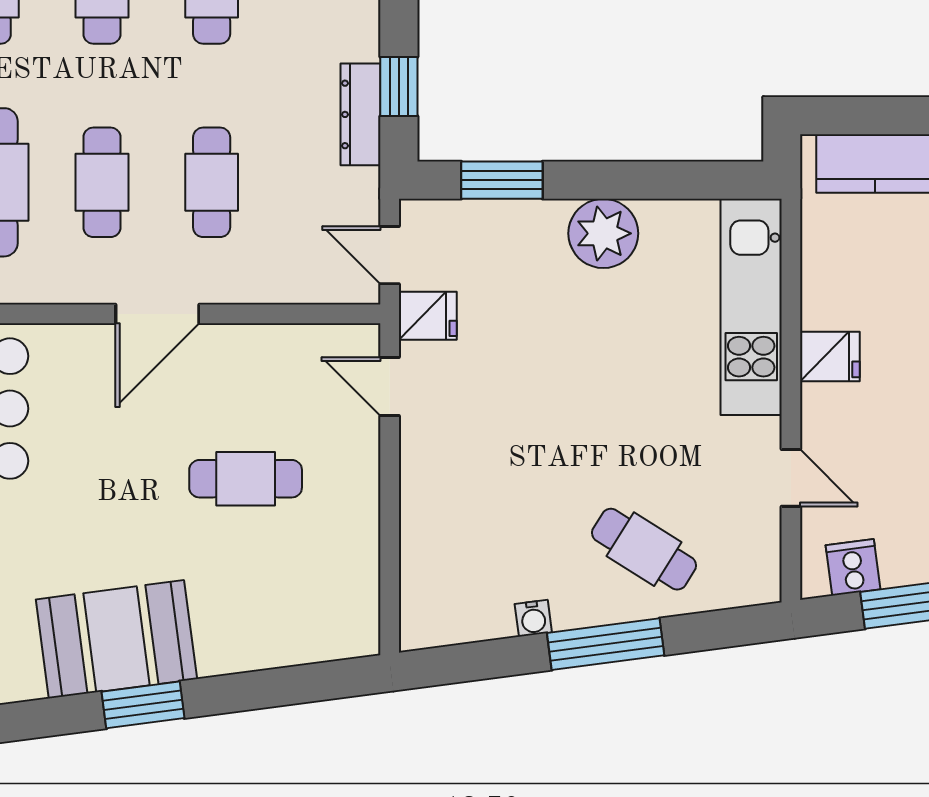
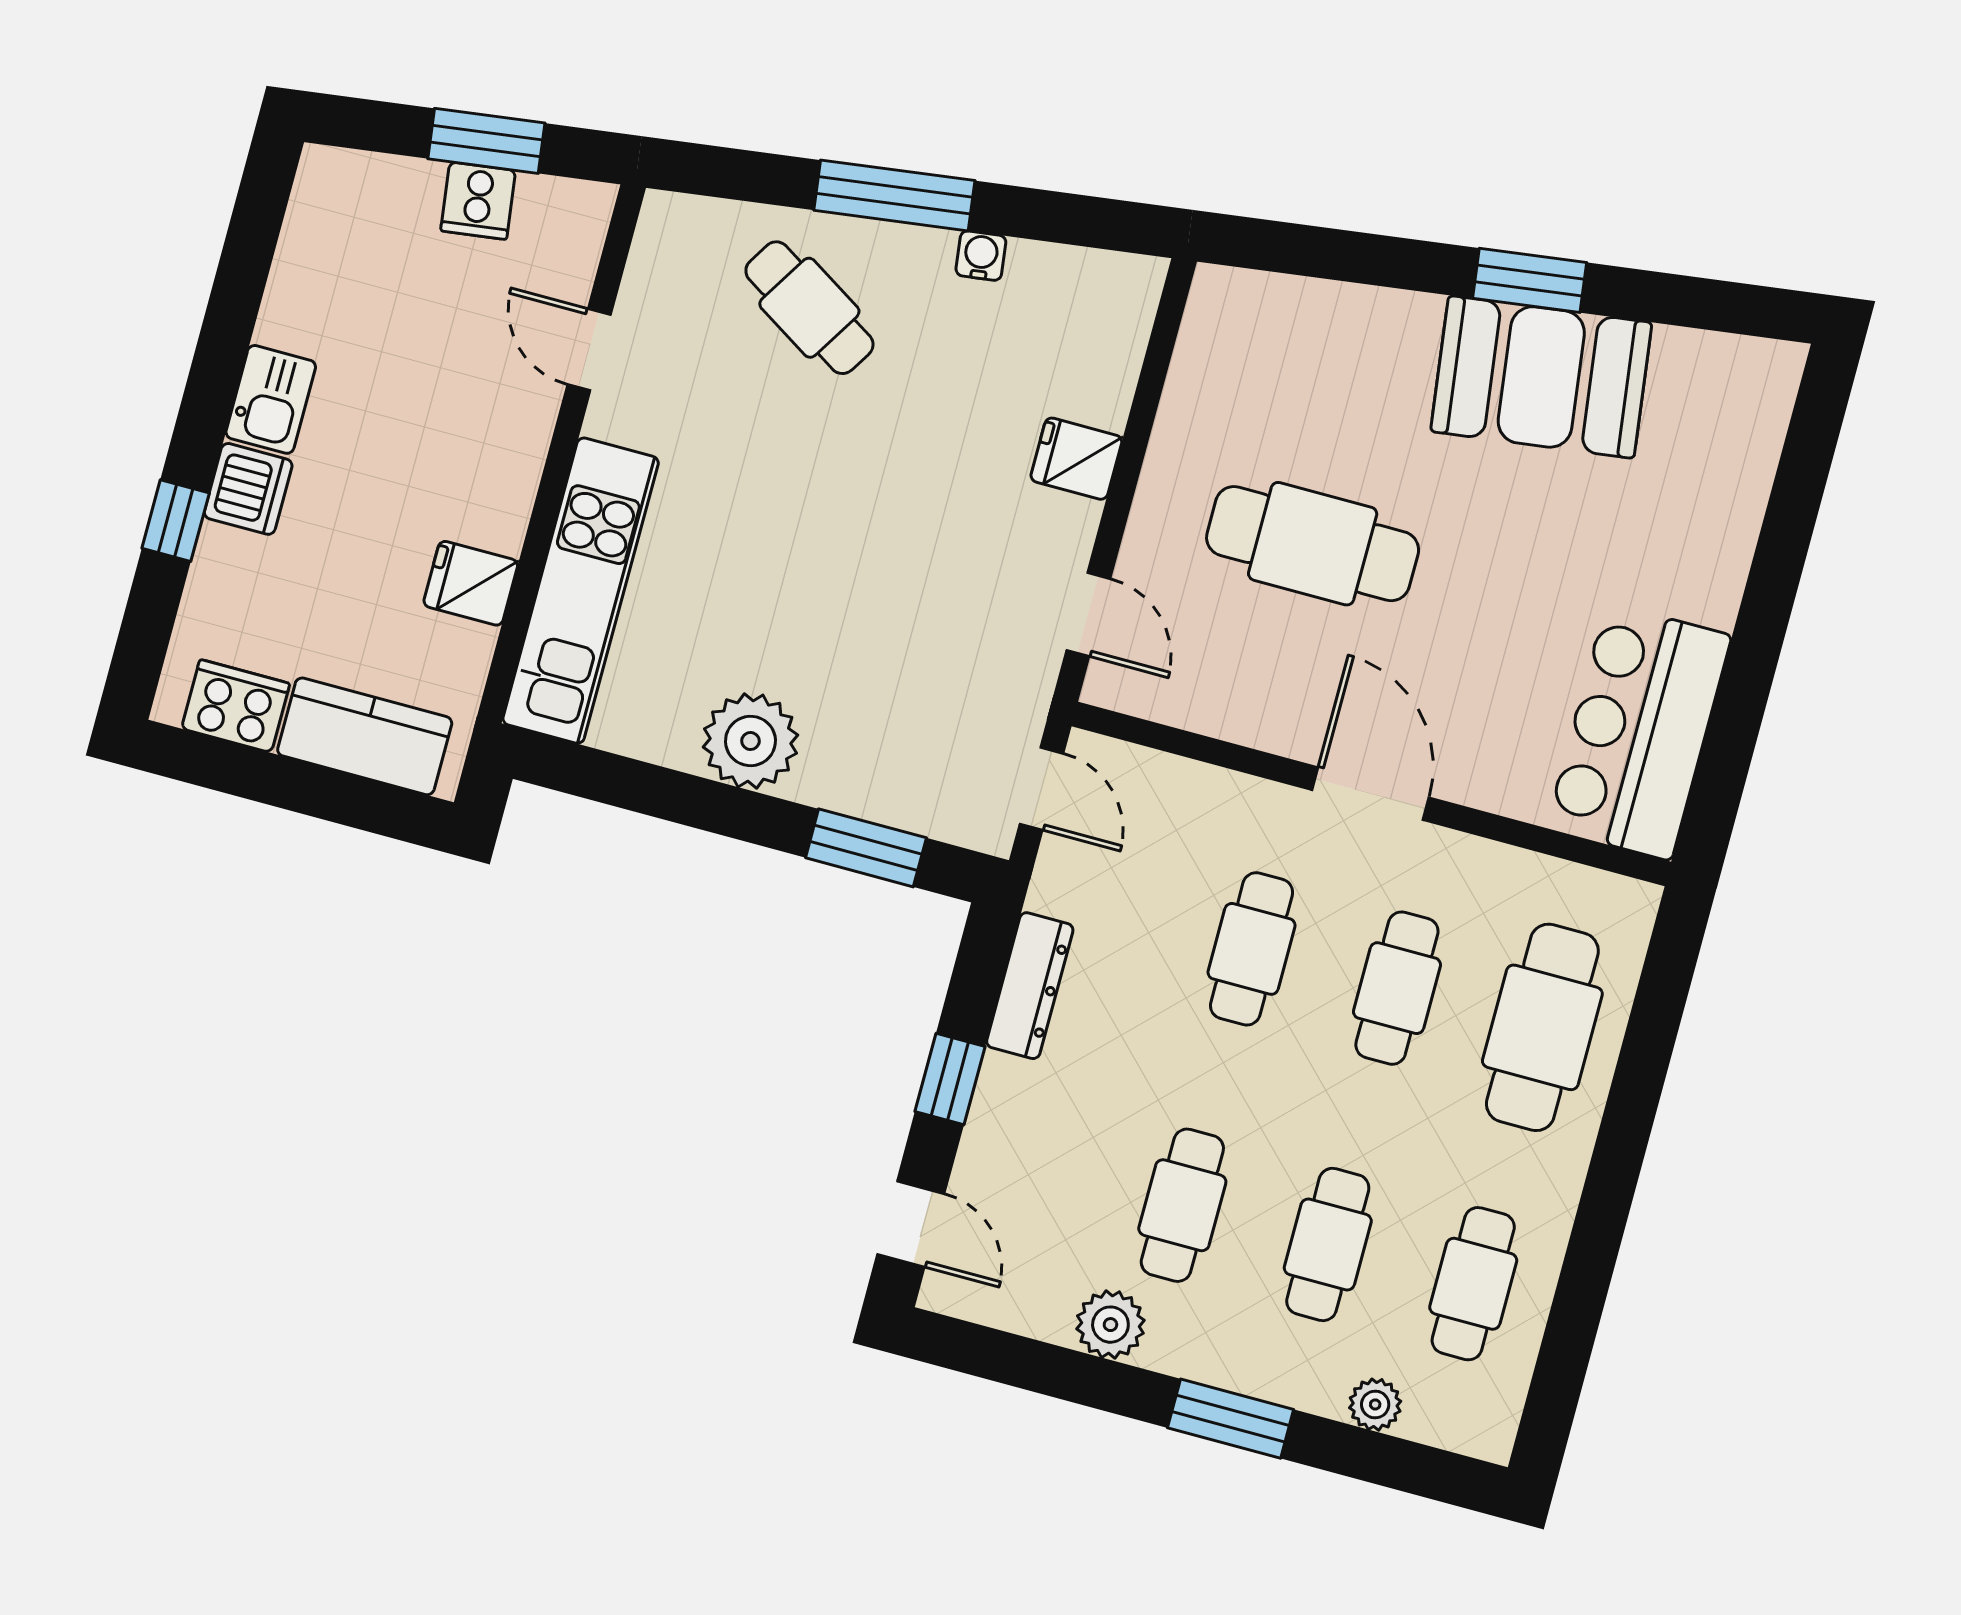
window: (399, 86) -> (950, 1079), moved
door: (157, 314) -> (1370, 794), hinge flipped
fridge: (428, 316) -> (1076, 459), moved
fridge: (830, 356) -> (471, 583), moved
cafe table: (246, 479) -> (1313, 544), width x1.37, depth x1.35
cooker: (853, 567) -> (478, 201), moved

